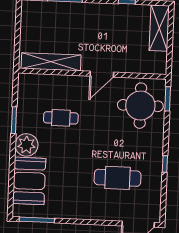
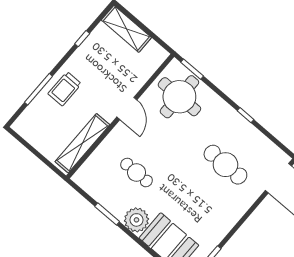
trolley: (80, 18) -> (65, 89), added
cafe table: (61, 118) -> (137, 173), turned 90
cafe table: (118, 178) -> (225, 165), turned 90

